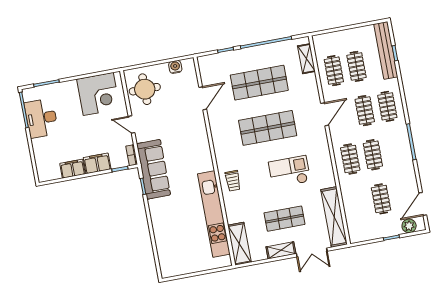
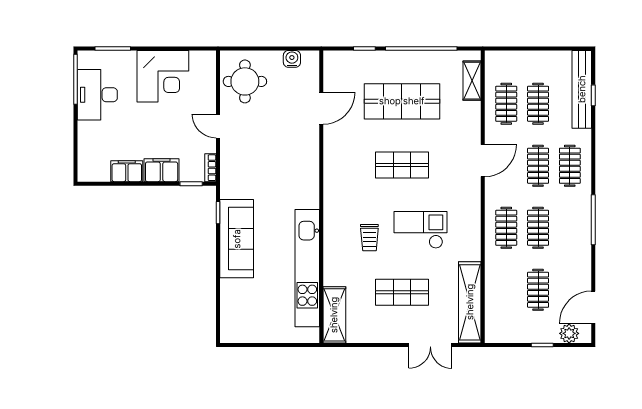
corner desk: (98, 94) -> (163, 76), moved
shop shelf: (268, 128) -> (402, 165), width x0.70, depth x0.74
sofa: (154, 169) -> (237, 239), moved
trolley: (233, 181) -> (369, 238), moved
shelving: (281, 250) -> (389, 334), removed

